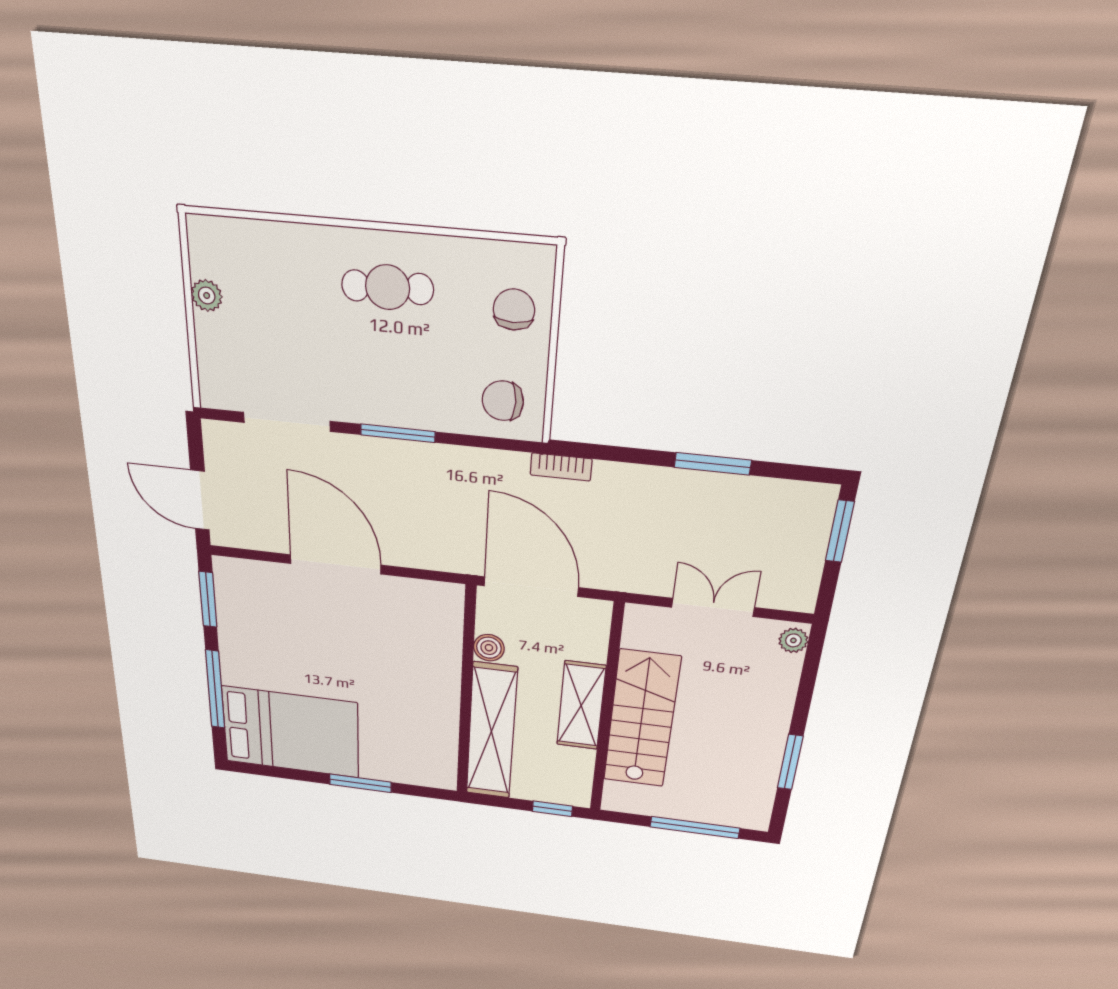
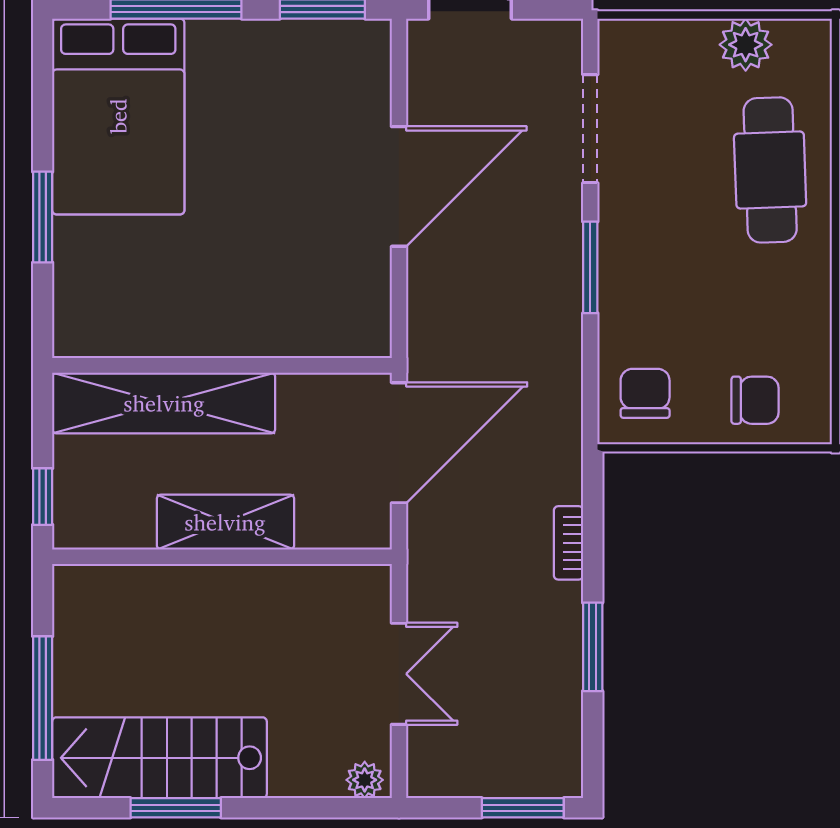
cafe table: (388, 287) -> (770, 170), moved, width x1.37, depth x1.35
plant: (207, 295) -> (746, 45), width x1.38, depth x1.38
bookcase: (561, 467) -> (568, 543), moved
boiler: (489, 648) -> (299, 393), removed
stairs: (642, 719) -> (159, 758), moved, turned 180

